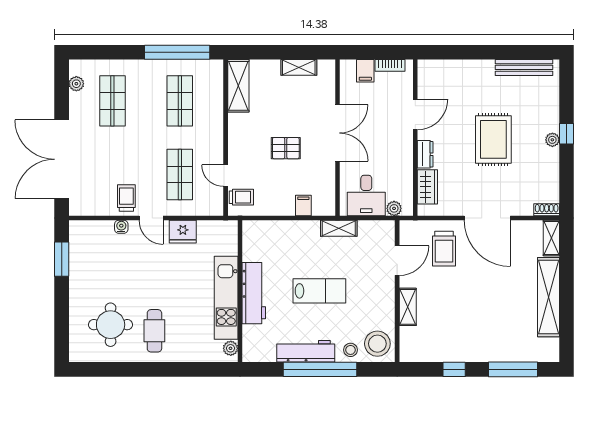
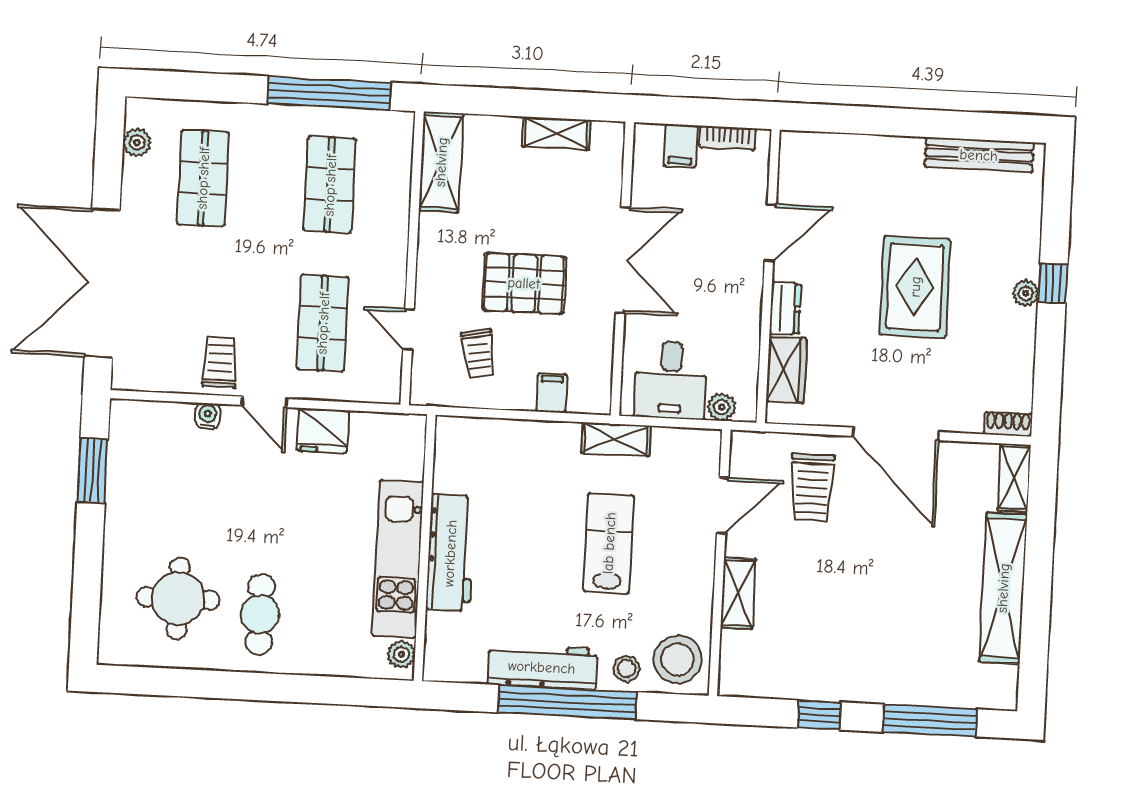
pallet: (286, 148) -> (524, 283), width x1.50, depth x1.42
trolley: (241, 197) -> (479, 353), moved, turned 80
lab bench: (319, 291) -> (609, 543), moved, turned -90

